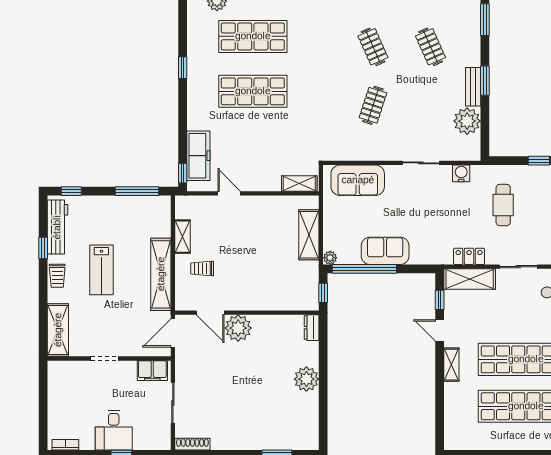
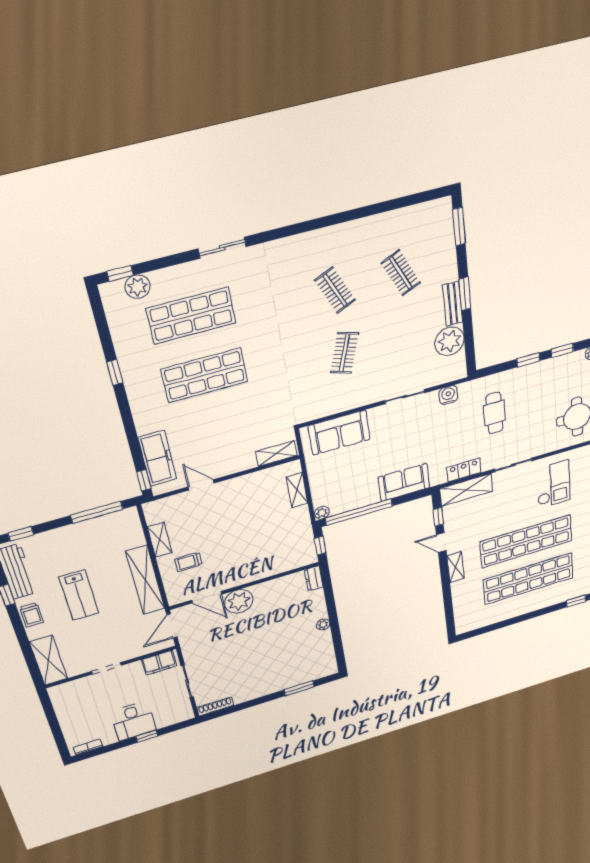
shelving: (309, 235) -> (297, 490), width x0.67, depth x0.75
sofa: (385, 251) -> (404, 482), moved
plant: (306, 379) -> (323, 625), width x0.53, depth x0.53

